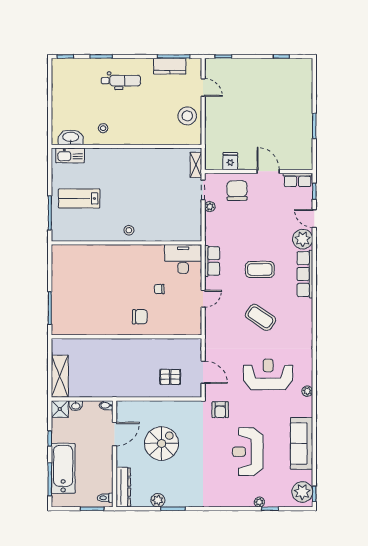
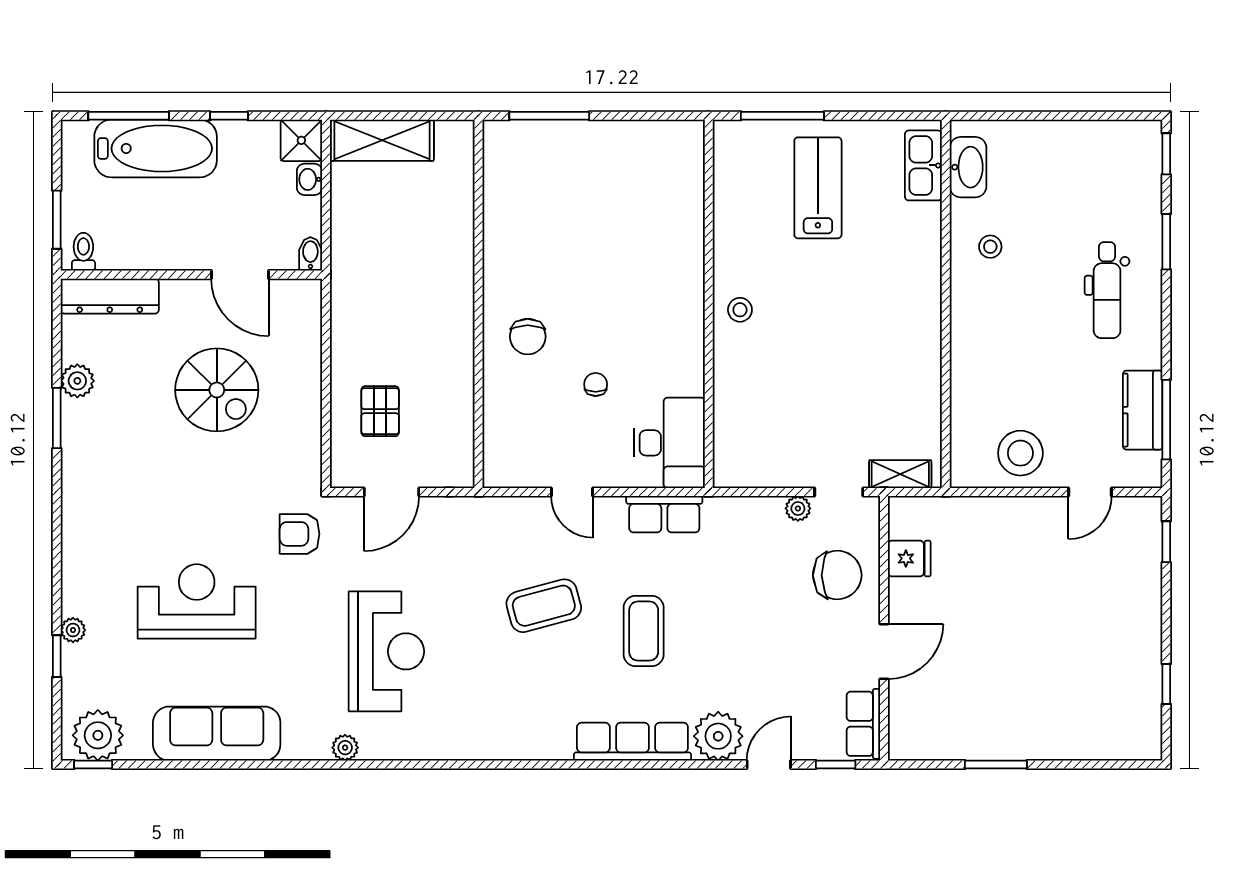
coffee table: (260, 317) -> (544, 606), moved, turned 41

